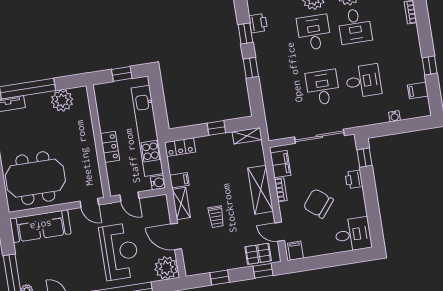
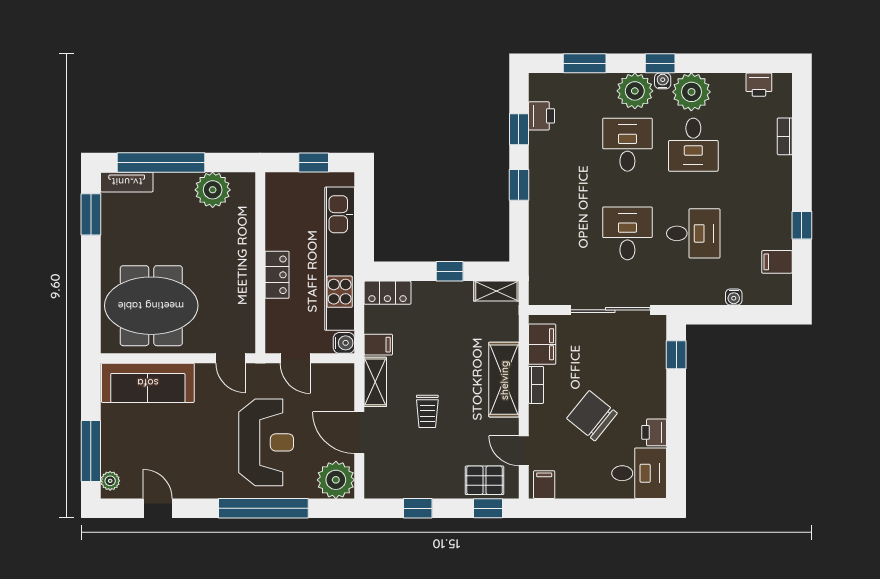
printer: (354, 179) -> (654, 432), moved

